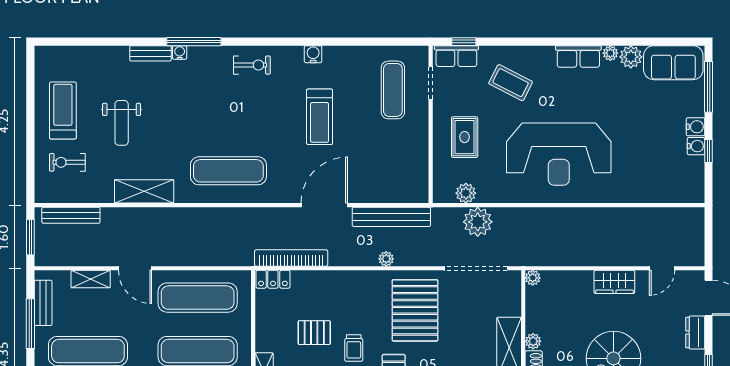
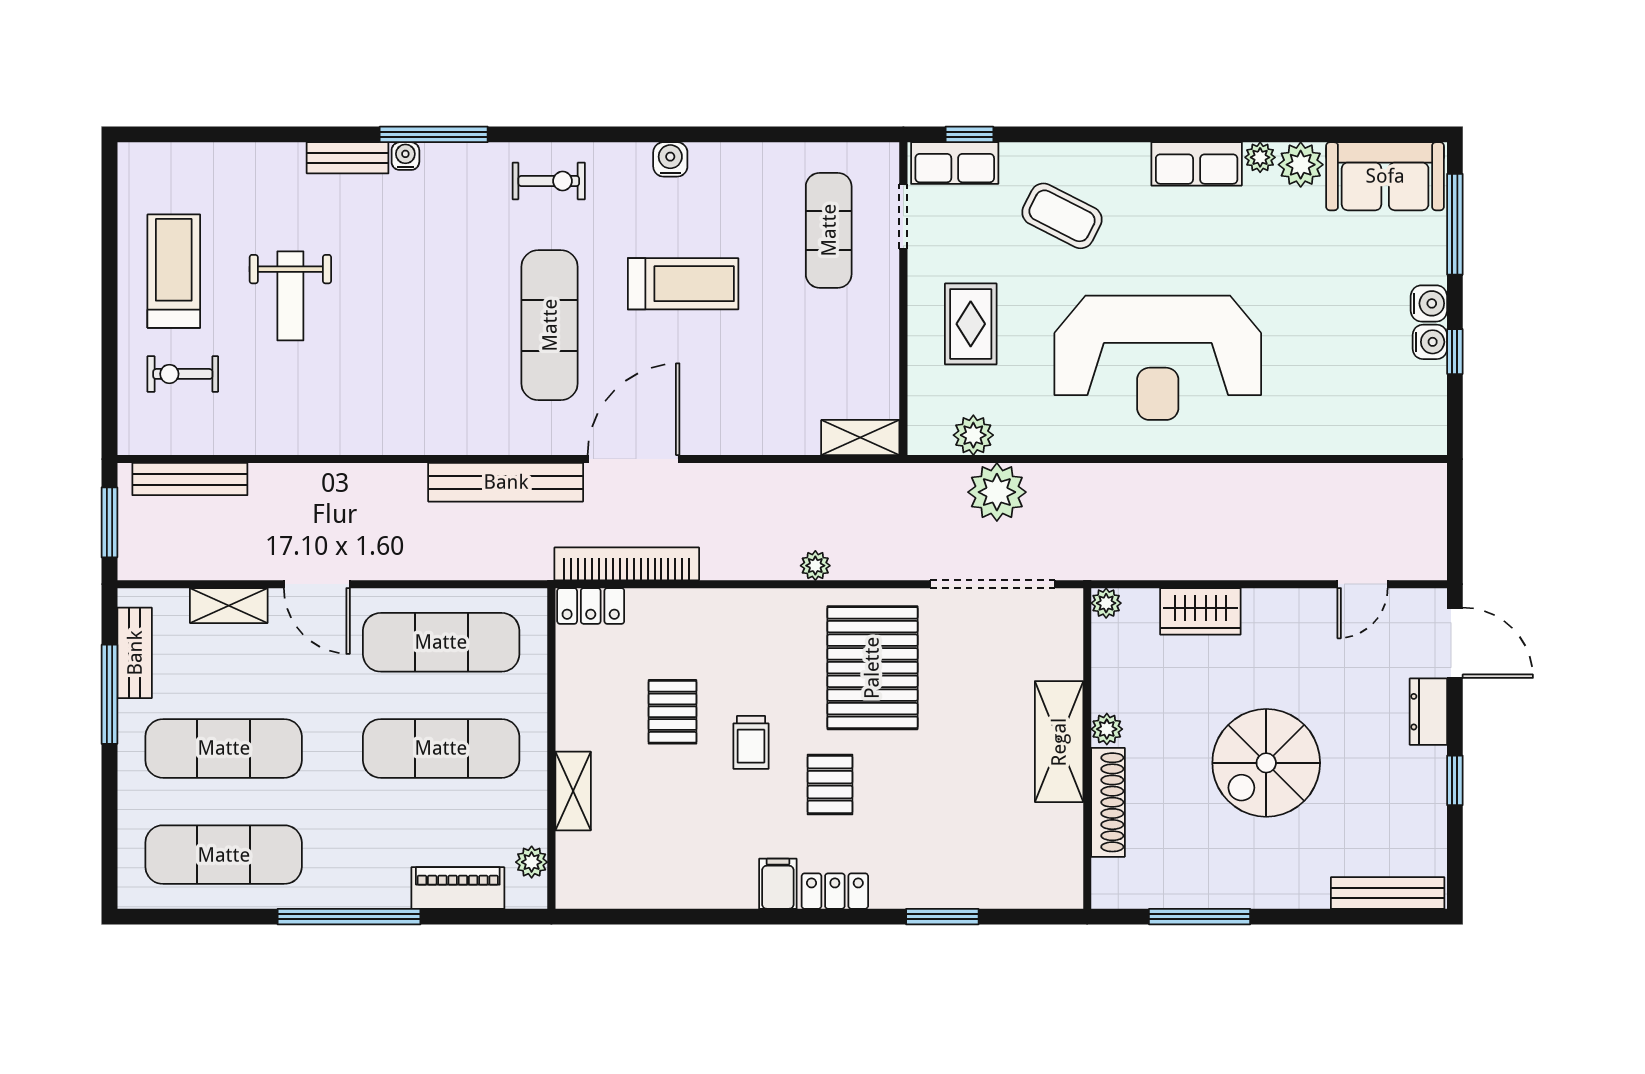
treadmill: (320, 117) -> (683, 284), turned -90
exercise mat: (228, 171) -> (550, 325), moved, turned 90
shelving: (144, 191) -> (860, 438), moved, width x0.67, depth x0.75
door: (324, 205) -> (634, 459), moved
bench: (391, 217) -> (506, 482), moved
wardrobe: (614, 282) -> (1200, 611), moved
pallet: (314, 333) -> (673, 712), turned 90

